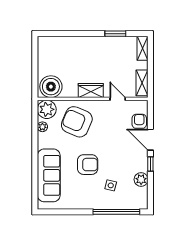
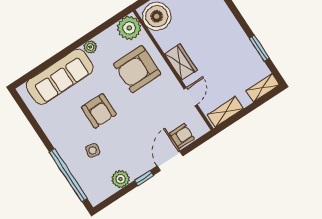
armchair: (77, 122) -> (137, 69), turned -113
plant: (42, 127) -> (90, 47), moved

